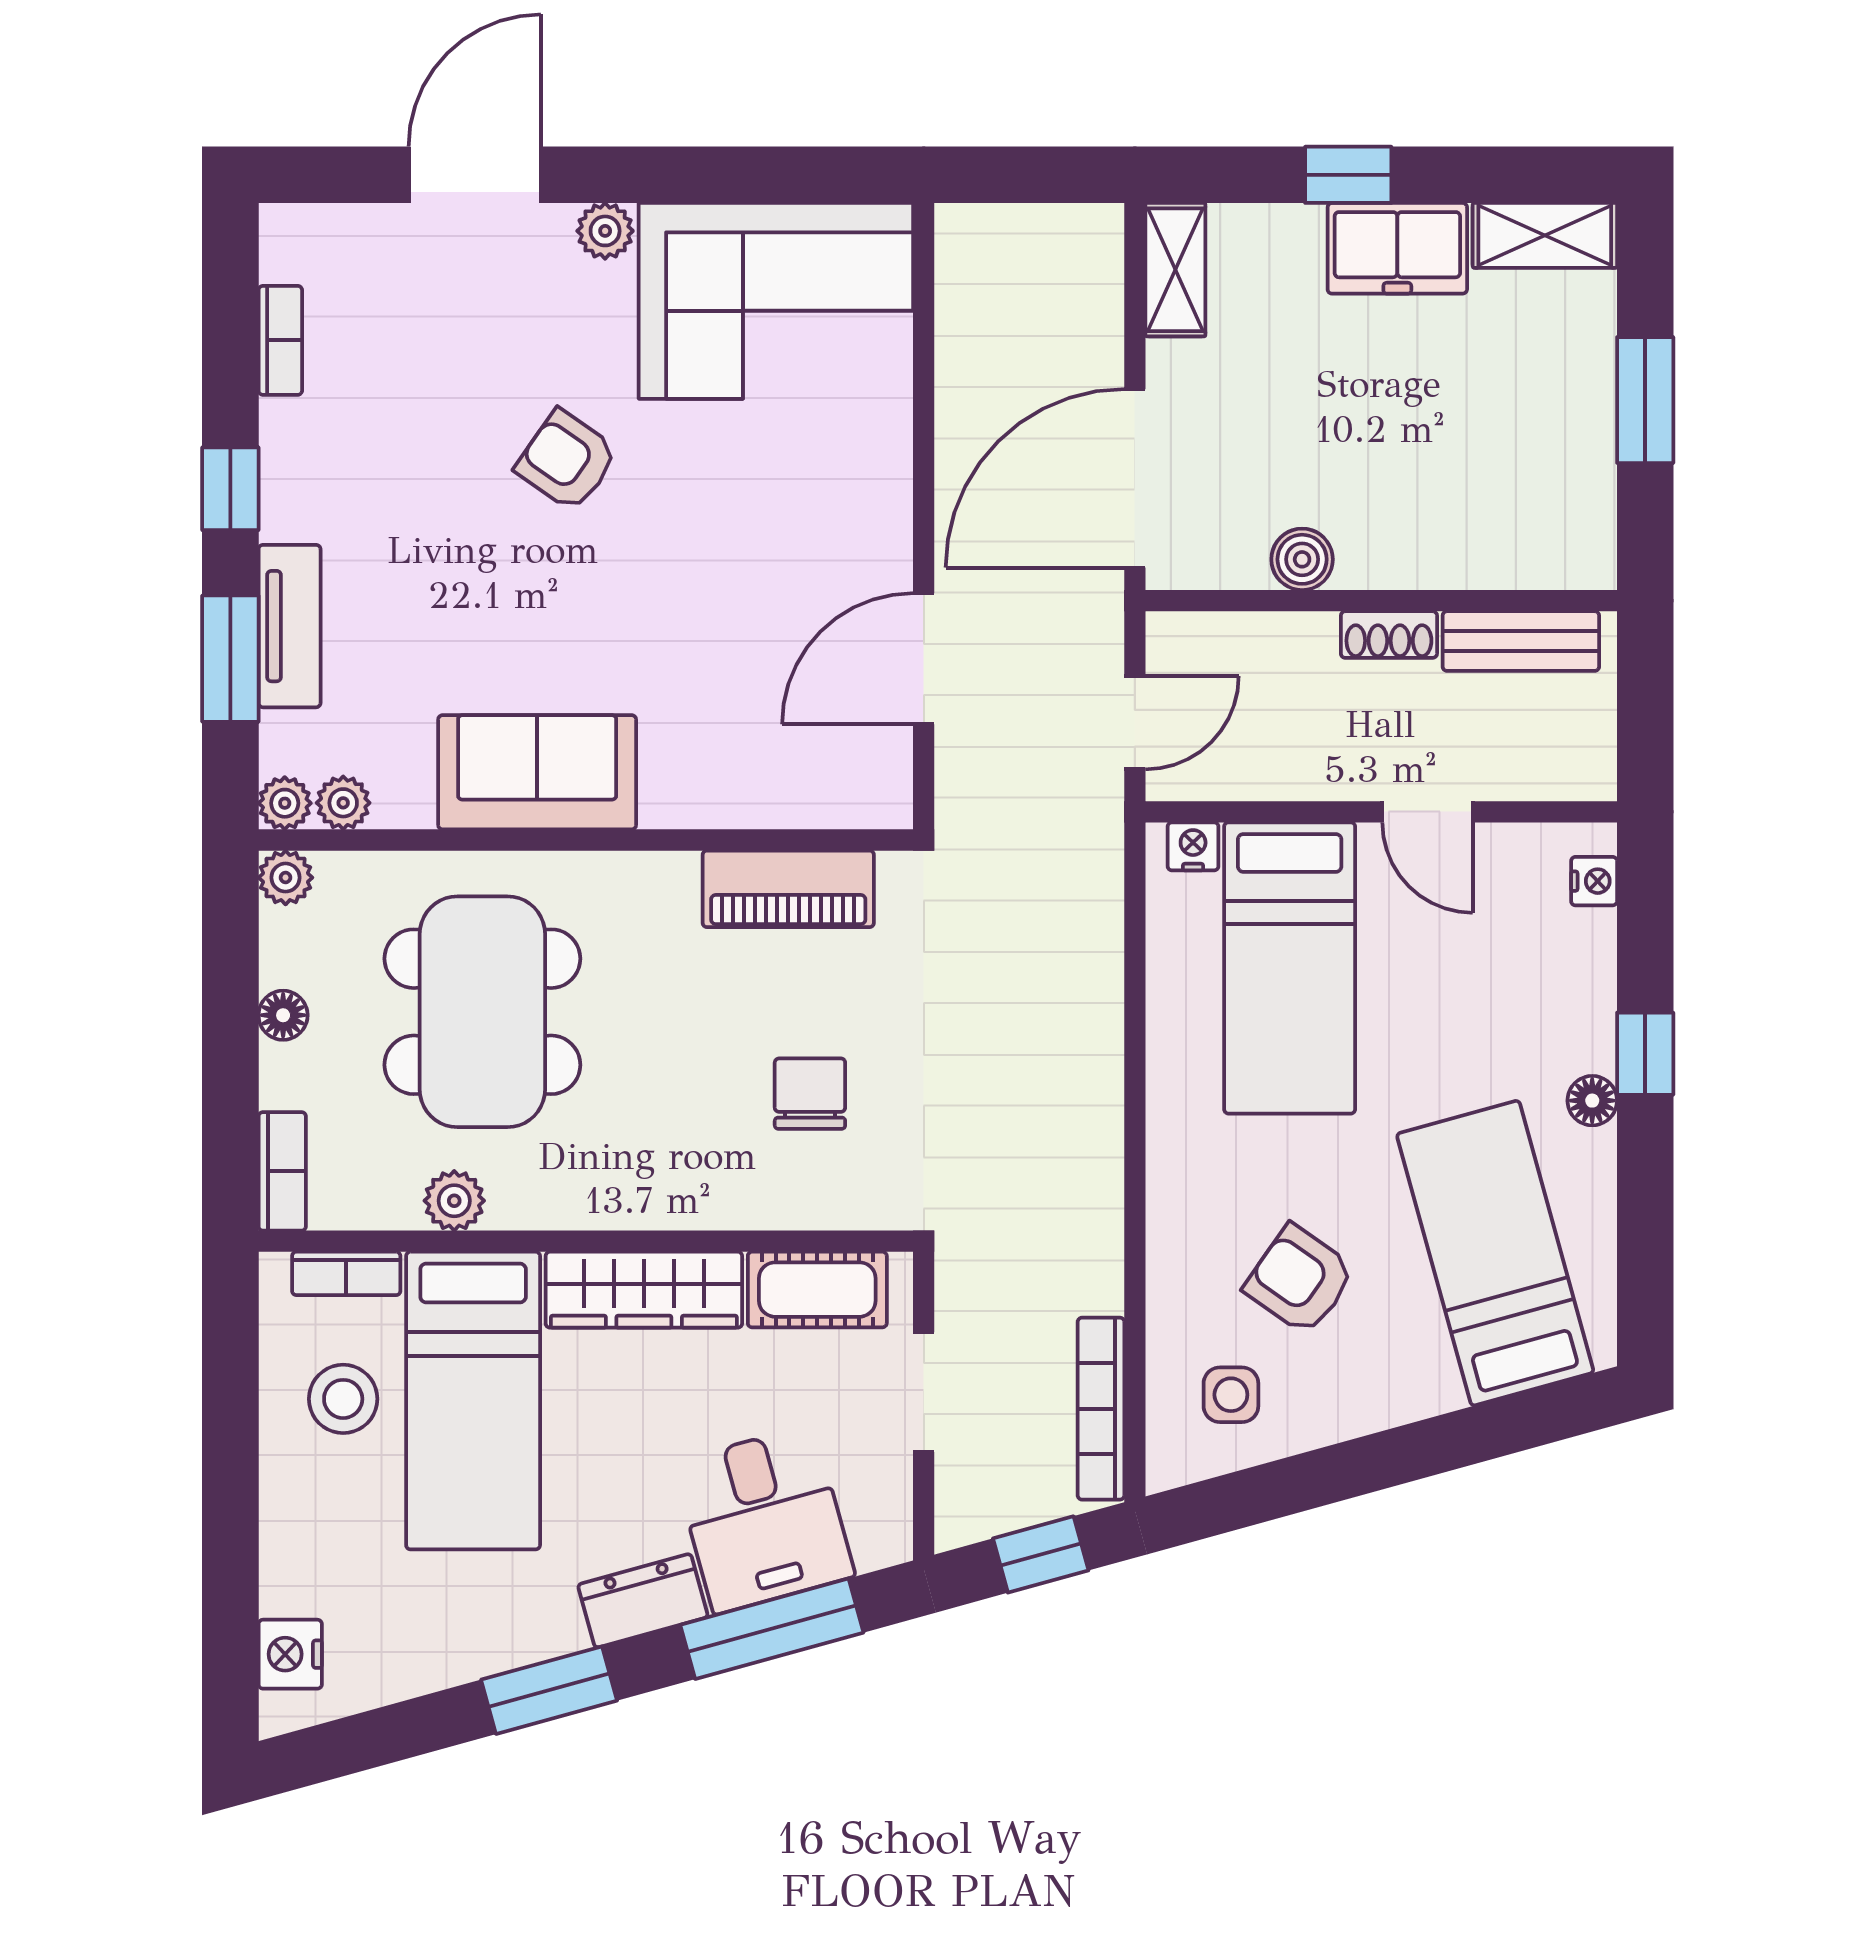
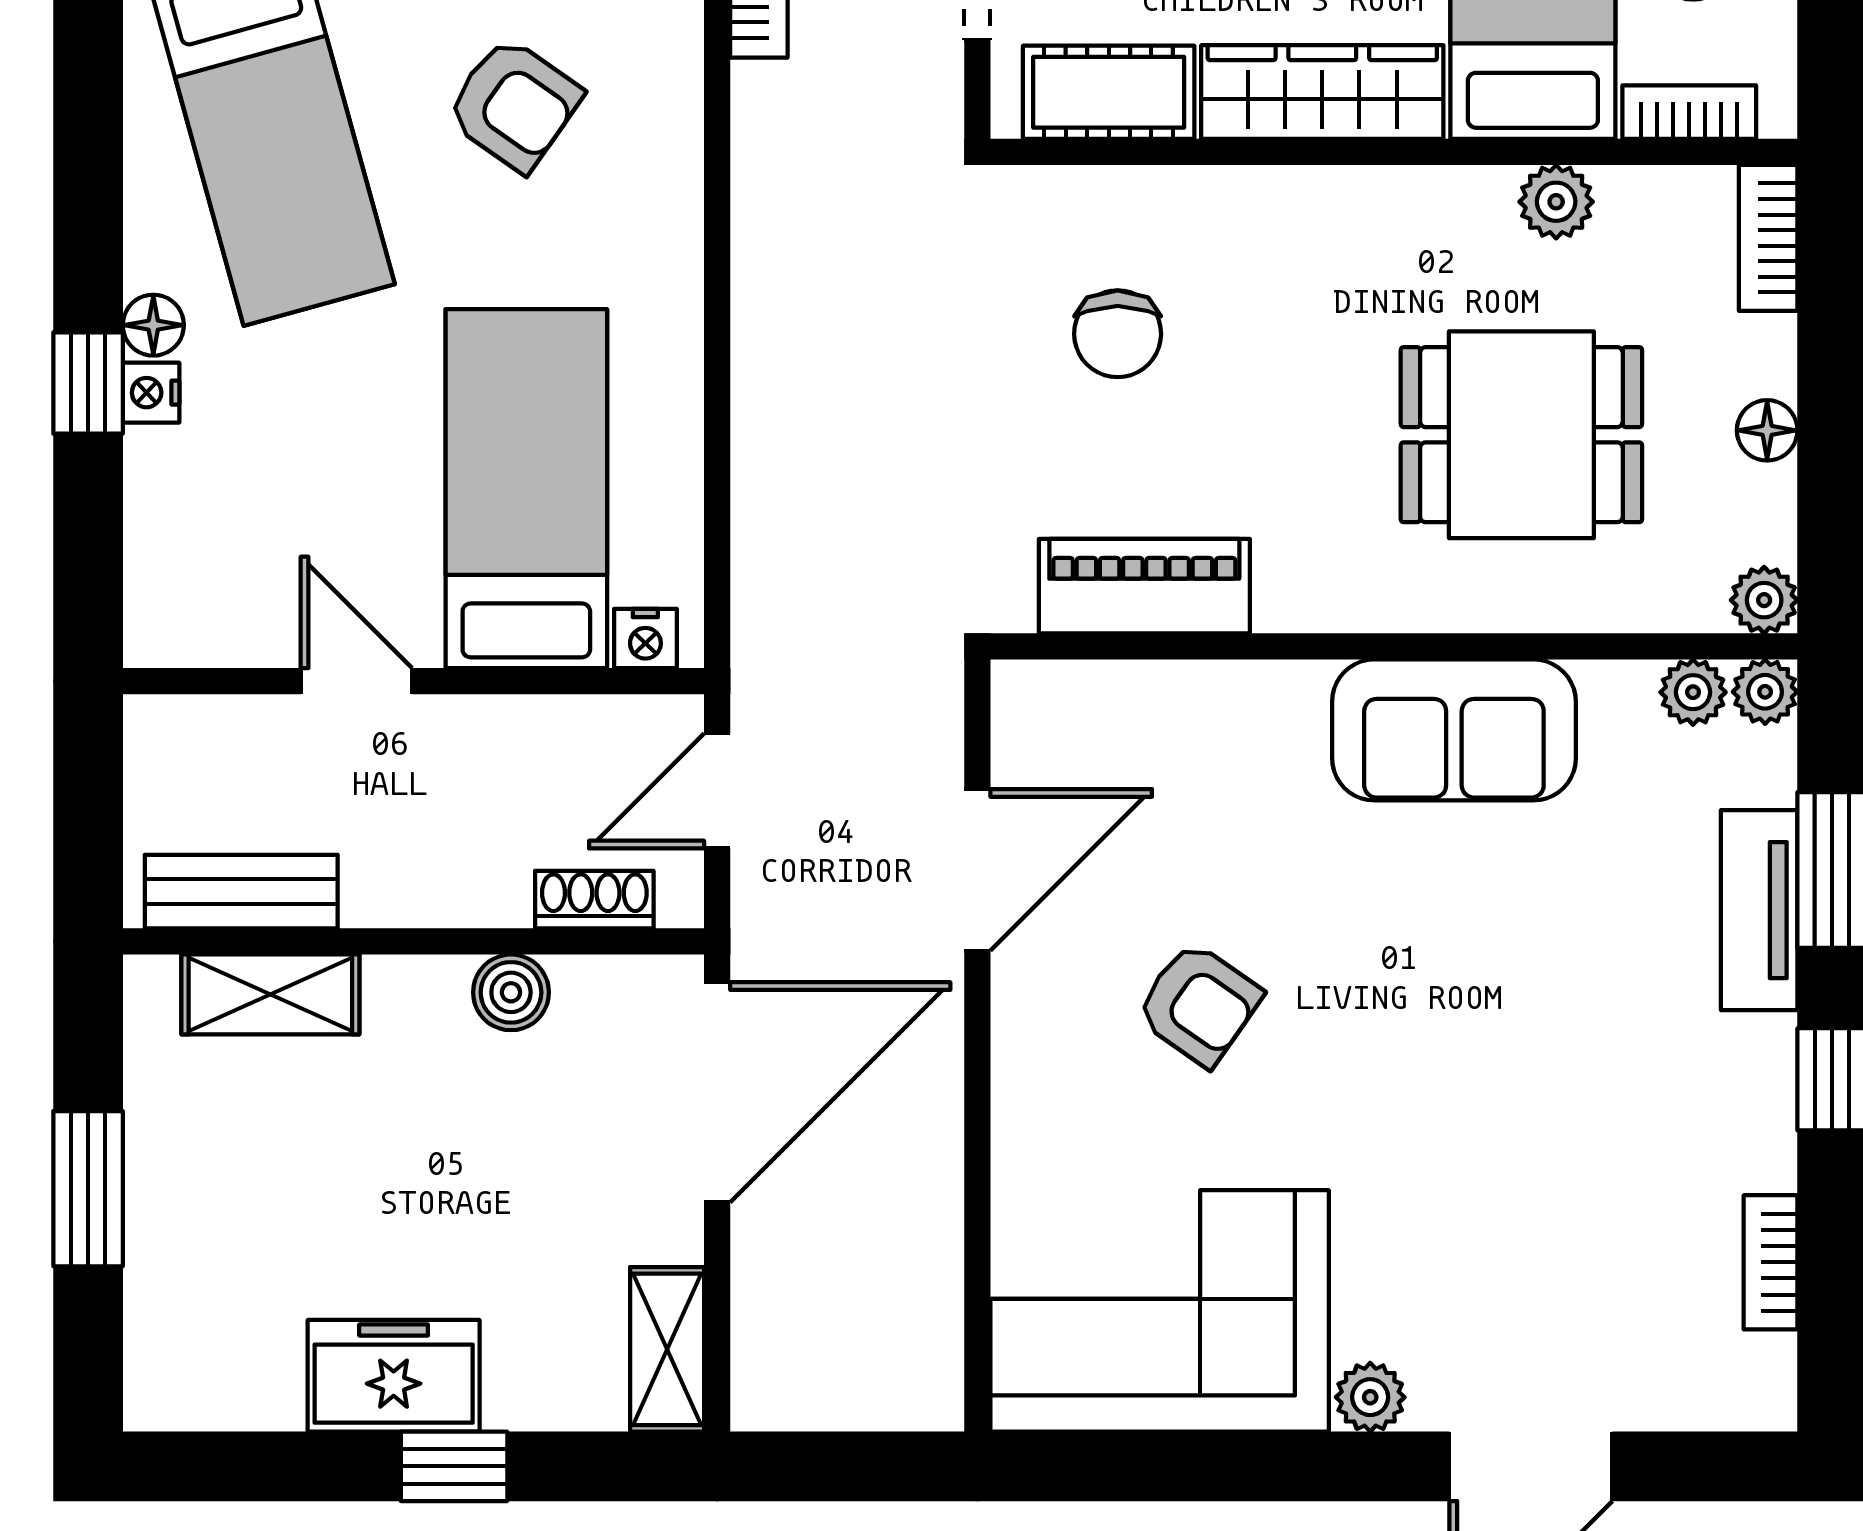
shelving: (1545, 235) -> (270, 994), moved
armchair: (567, 460) -> (1199, 1004), moved
shoe rack: (1389, 635) -> (594, 900), moved
nightstand: (1594, 881) -> (151, 393), moved
dining table: (482, 1012) -> (1521, 435), width x0.73

